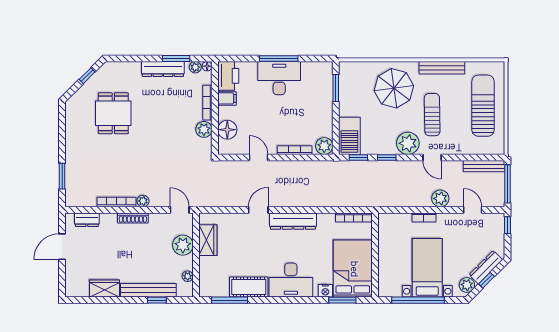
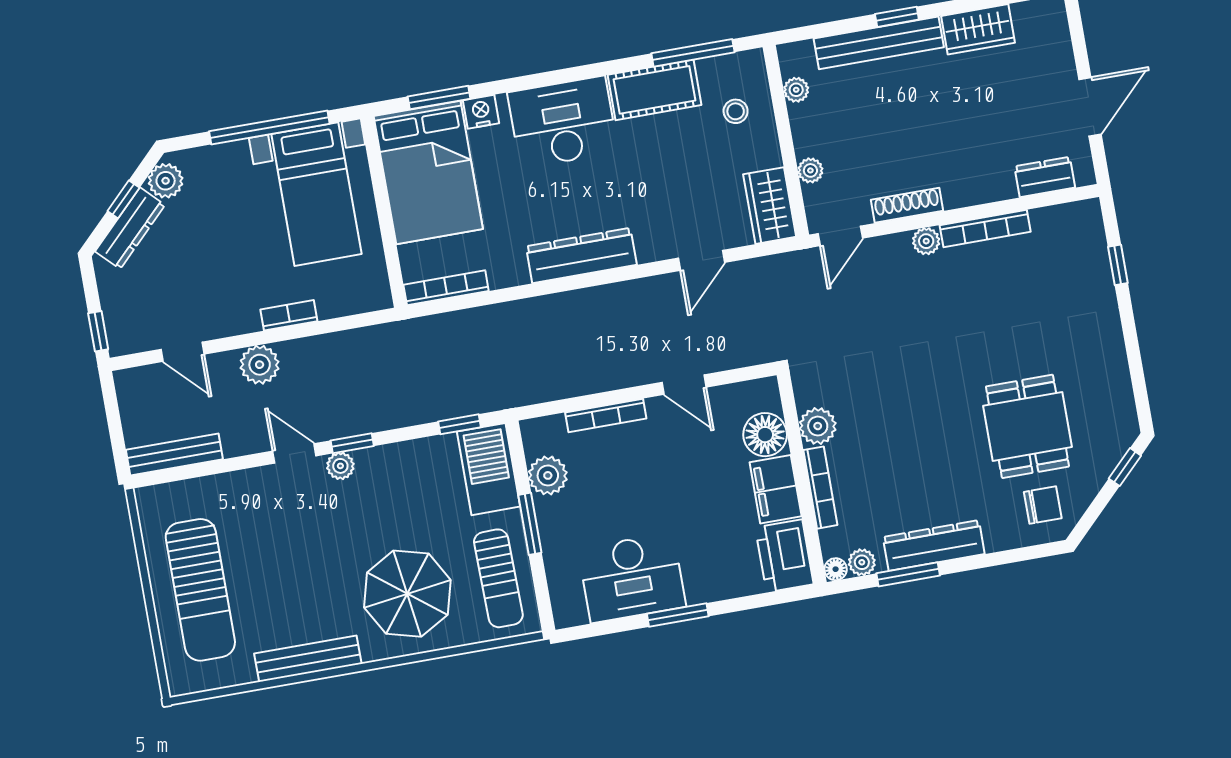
window: (279, 58) -> (678, 615), width x0.69
window: (87, 76) -> (1125, 467), moved
chair: (113, 78) -> (1043, 505), added
desk: (279, 78) -> (632, 578), moved
window: (336, 88) -> (530, 524), moved
filing cabinet: (227, 98) -> (776, 489), width x2.00
sun lounger: (432, 115) -> (498, 578), moved
plant: (408, 143) -> (340, 466), width x0.53, depth x0.53
plant: (324, 146) -> (548, 475), moved
window: (387, 157) -> (352, 443), moved
window: (62, 176) -> (1118, 265), width x0.67
window: (507, 184) -> (114, 424), removed
door: (180, 210) -> (840, 236), hinge flipped
door: (258, 210) -> (701, 260), moved
shoe rack: (133, 218) -> (907, 205), moved
wardrobe: (208, 240) -> (770, 206), moved
plant: (183, 245) -> (810, 170), width x0.53, depth x0.53
bed with nightstands: (427, 268) -> (316, 194), moved
stool: (215, 272) -> (736, 111), added
window: (157, 300) -> (897, 17), moved

